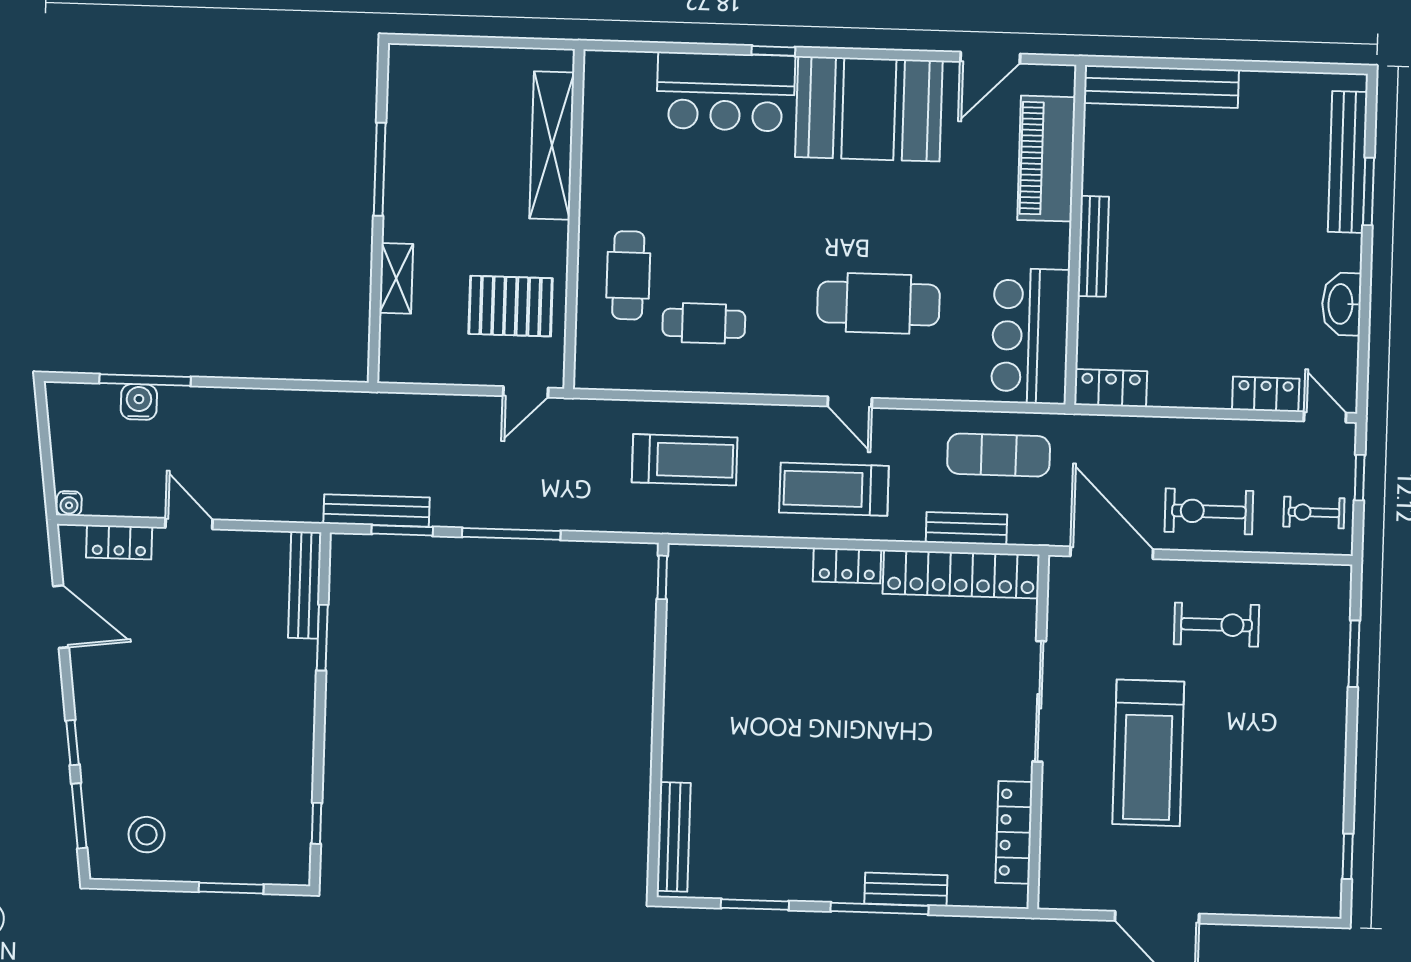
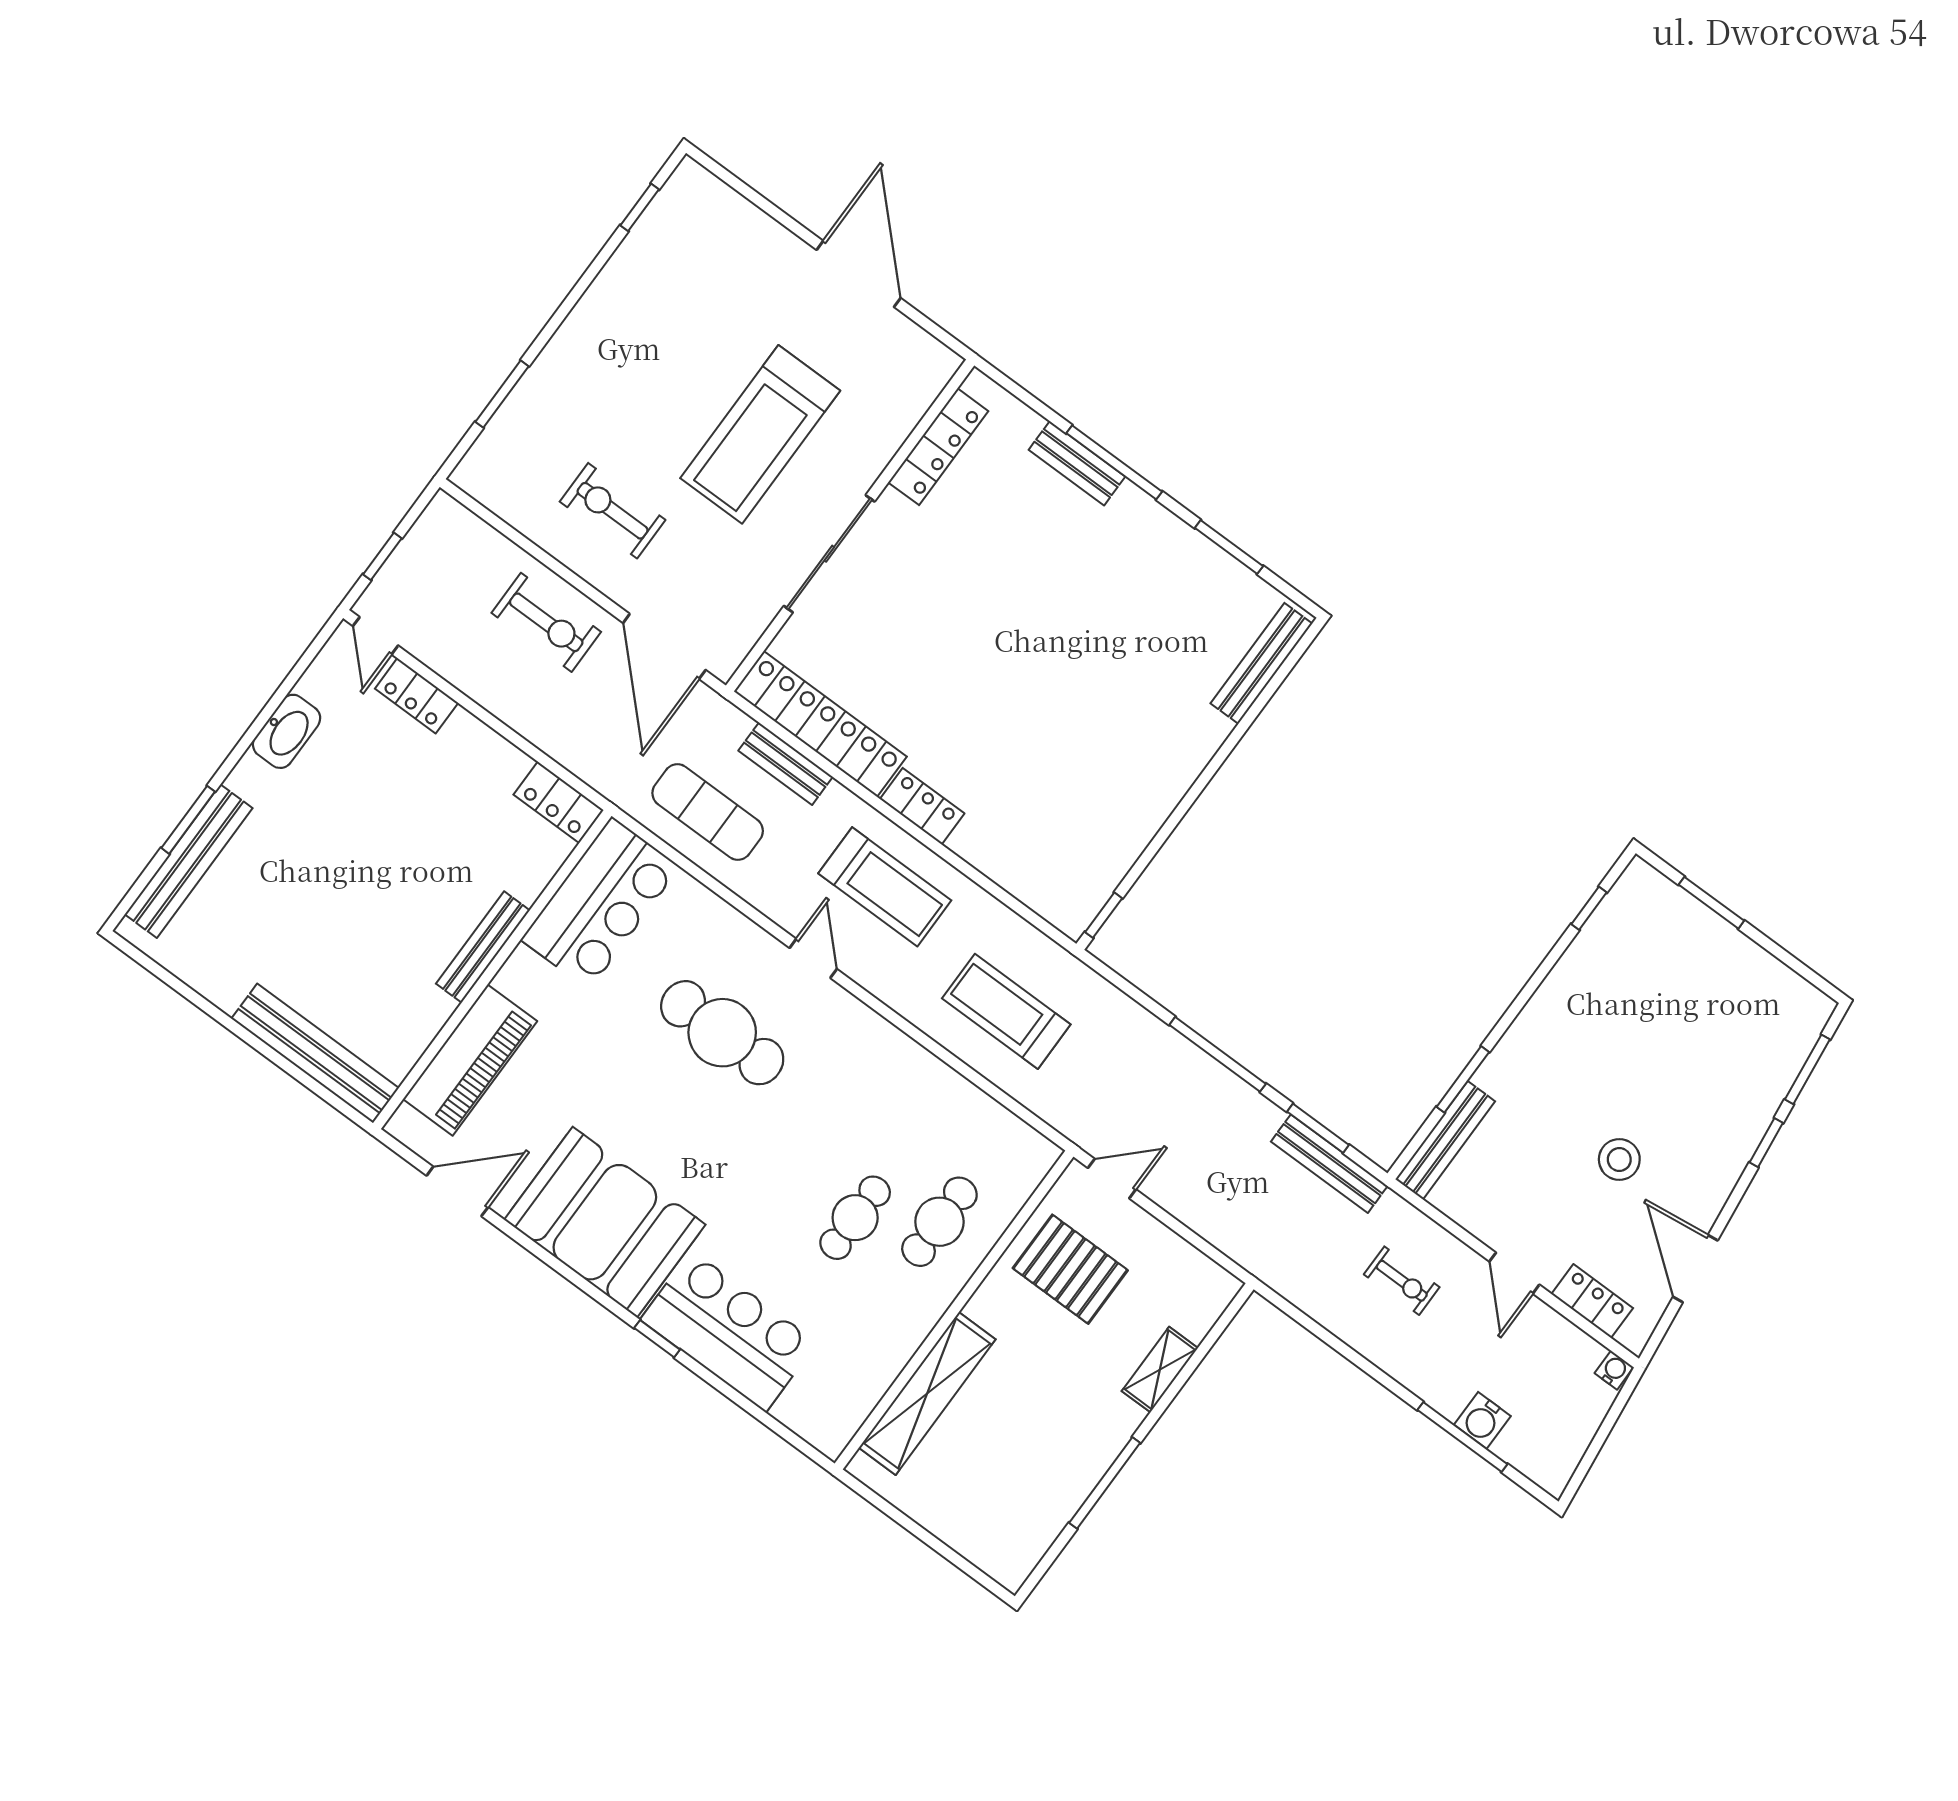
cafe table: (704, 323) -> (855, 1218), moved, turned 90
exercise bike: (1314, 512) -> (1402, 1281), moved
treadmill: (1148, 753) -> (760, 434), turned 180
stool: (147, 835) -> (1619, 1160), moved

